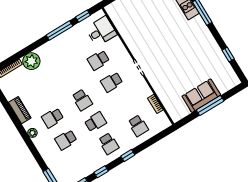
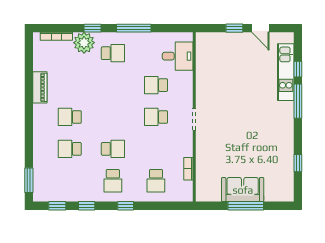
window: (83, 16) -> (93, 28), moved
school desk: (82, 100) -> (113, 53), moved, turned -90
plant: (32, 133) -> (39, 120), removed

